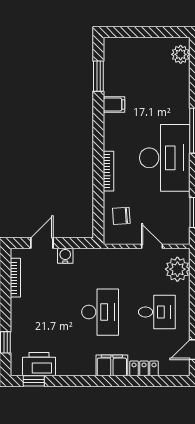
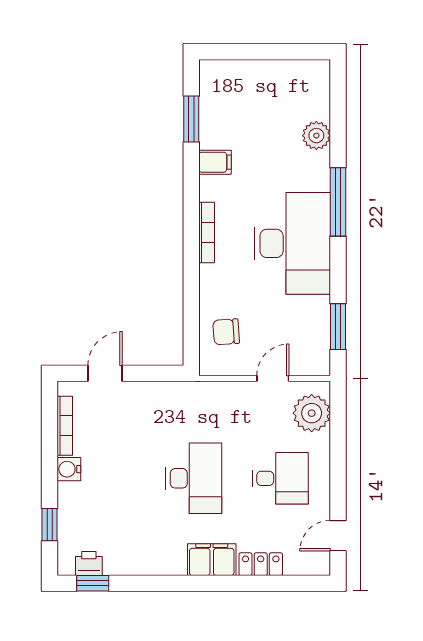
plant: (181, 54) -> (316, 136), moved
bookcase: (109, 171) -> (207, 232), moved
door: (152, 246) -> (273, 378), hinge flipped
water cooler: (65, 256) -> (69, 469), moved, turned -90
printer: (39, 364) -> (89, 564), width x0.53, depth x0.68

